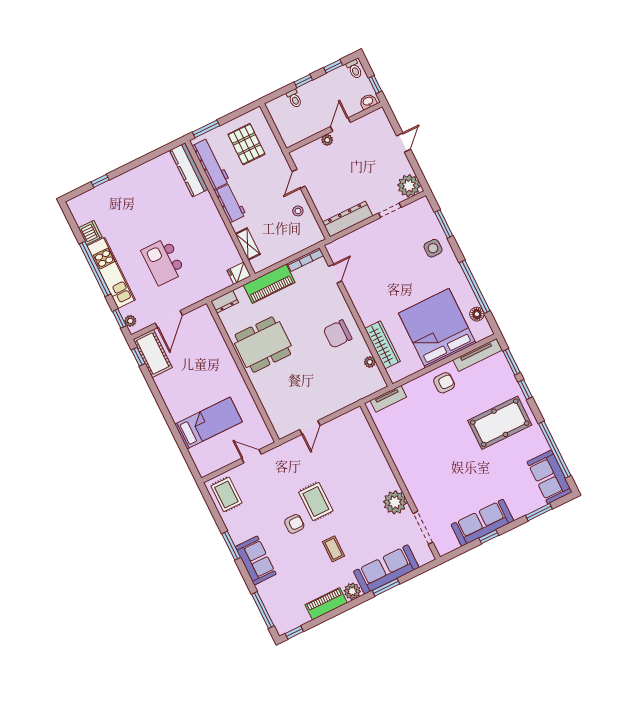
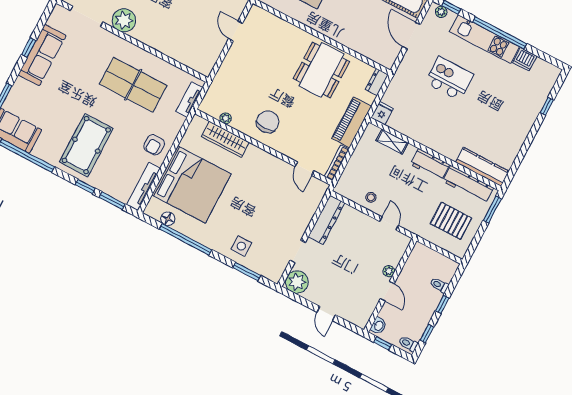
table tennis table: (426, 444) -> (133, 85), added

